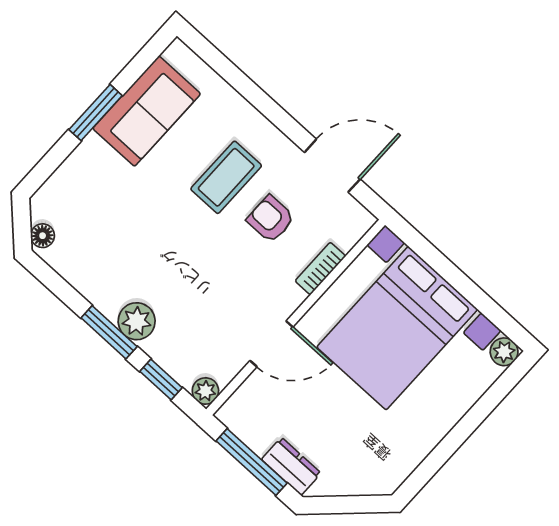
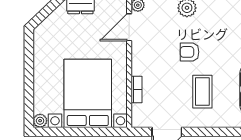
armchair: (271, 219) -> (190, 52), moved, turned 180
door: (271, 344) -> (129, 27), moved

